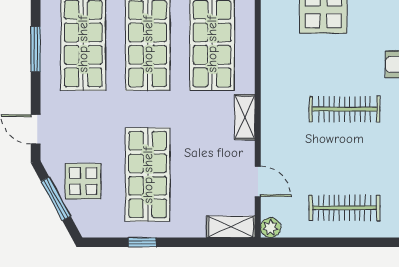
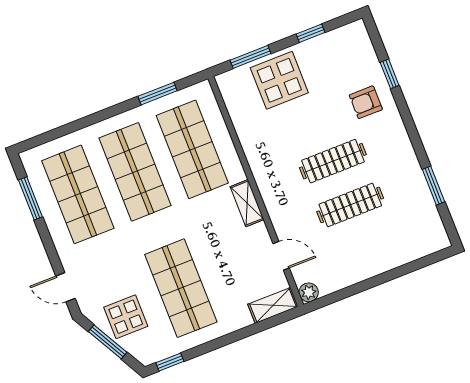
window: (36, 49) -> (30, 198), moved
clothes rail: (345, 208) -> (350, 205), moved
window: (142, 242) -> (170, 362), moved

